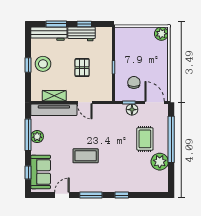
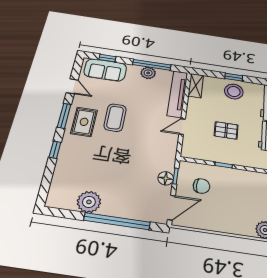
shelving: (54, 96) -> (196, 86), moved
rug: (145, 139) -> (84, 122), moved, turned 90

